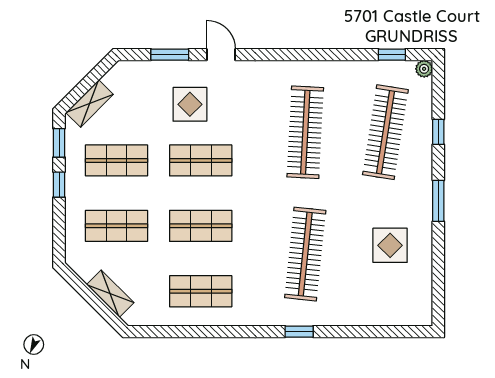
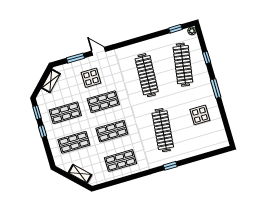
shelving: (90, 104) -> (51, 81), moved

